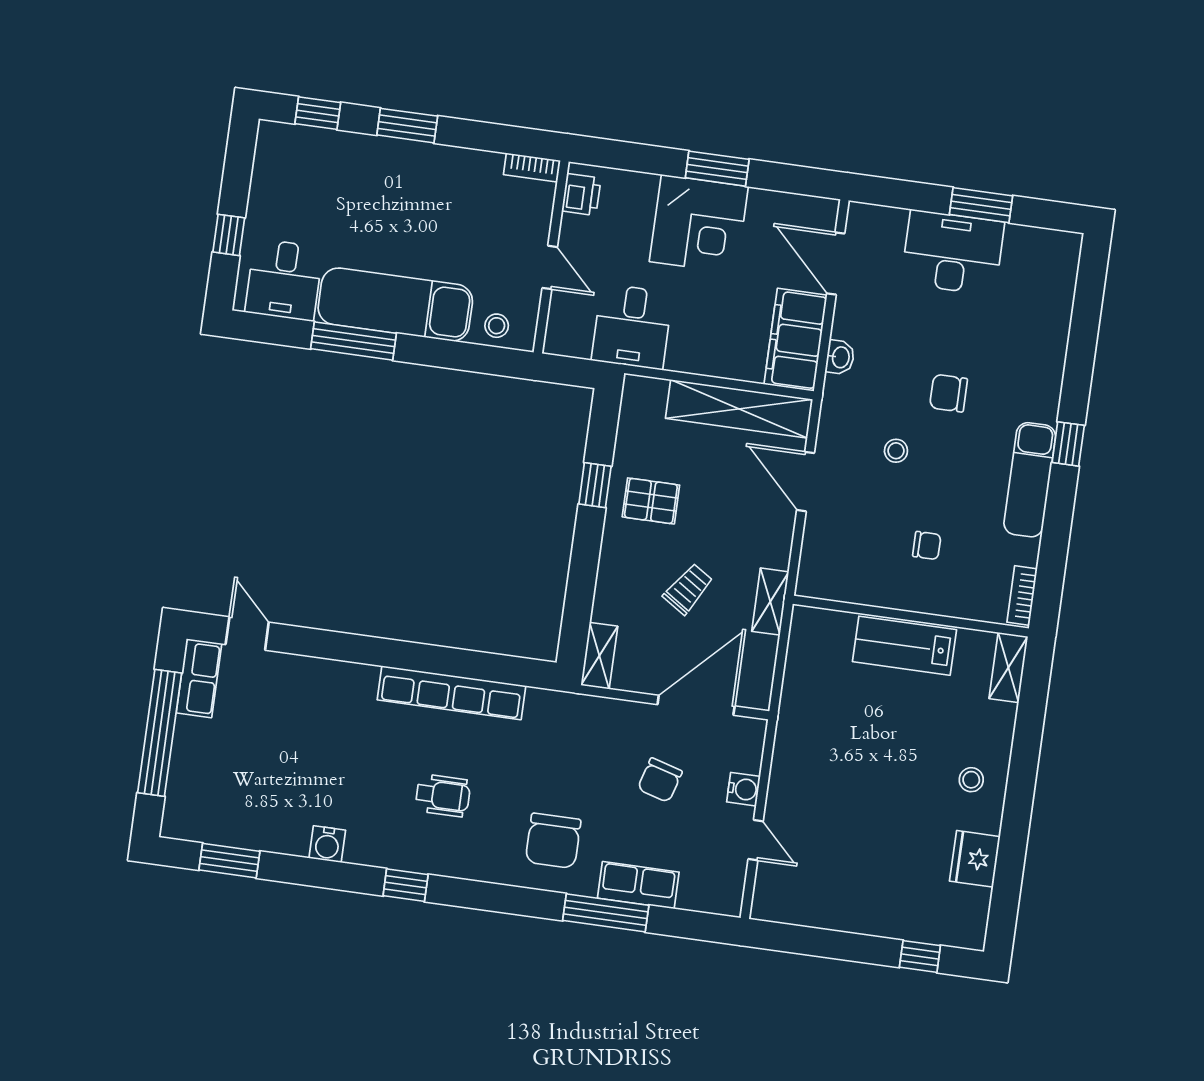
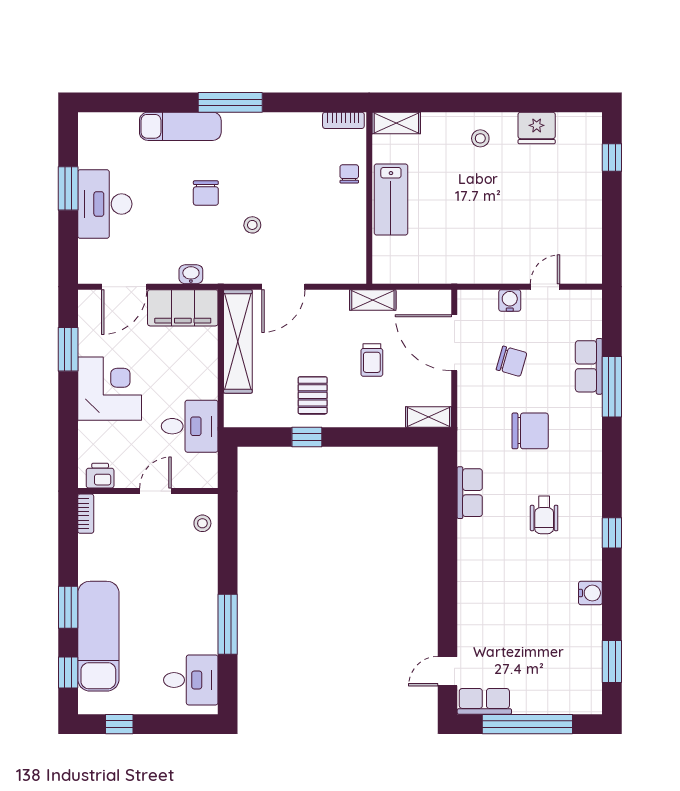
window: (717, 169) -> (68, 349), moved
window: (229, 235) -> (119, 724), moved
exam couch: (395, 304) -> (98, 636), moved, turned 180
window: (1068, 444) -> (230, 102), width x2.17
exam couch: (1030, 480) -> (180, 126), moved
chair: (927, 546) -> (349, 174), moved
trolley: (688, 589) -> (372, 360), turned -123
row of seats: (451, 693) -> (470, 493), width x0.50
wheelchair: (443, 796) -> (544, 515), turned 180
chair: (553, 841) -> (530, 431), moved

